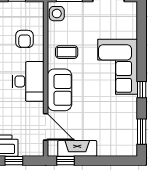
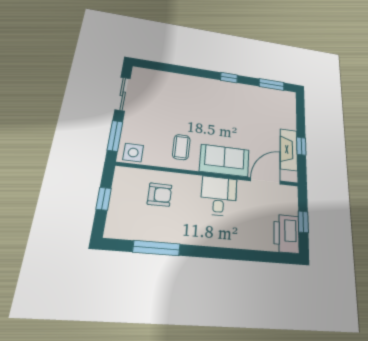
corner sofa: (118, 67) -> (203, 97), removed
desk: (28, 81) -> (219, 196), width x0.73
window: (65, 161) -> (301, 146), moved

